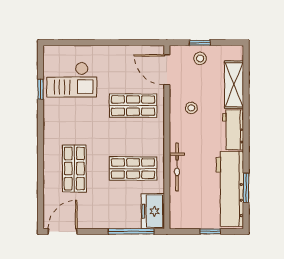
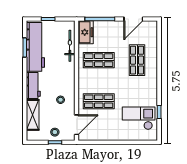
door: (167, 70) -> (77, 125), hinge flipped
bicycle: (177, 167) -> (70, 46), moved
door: (63, 231) -> (133, 19), moved

